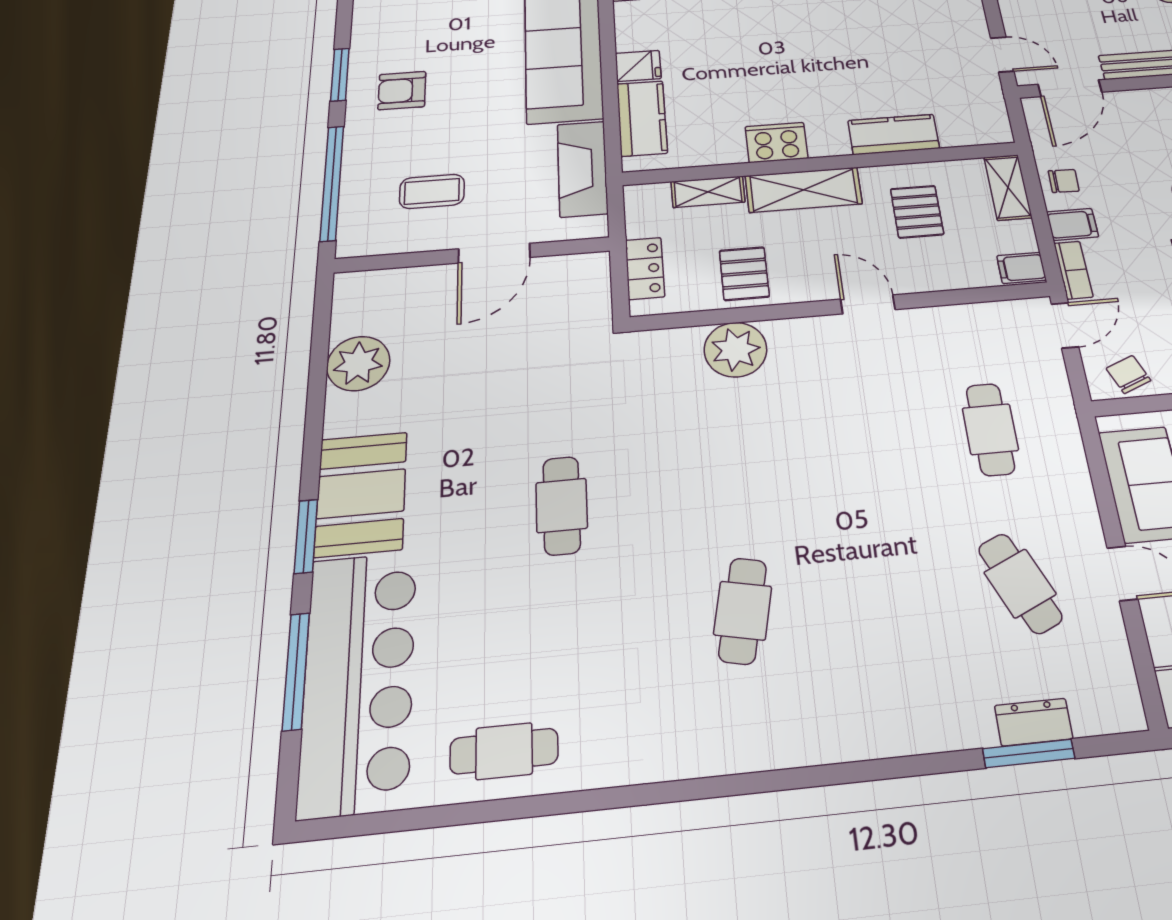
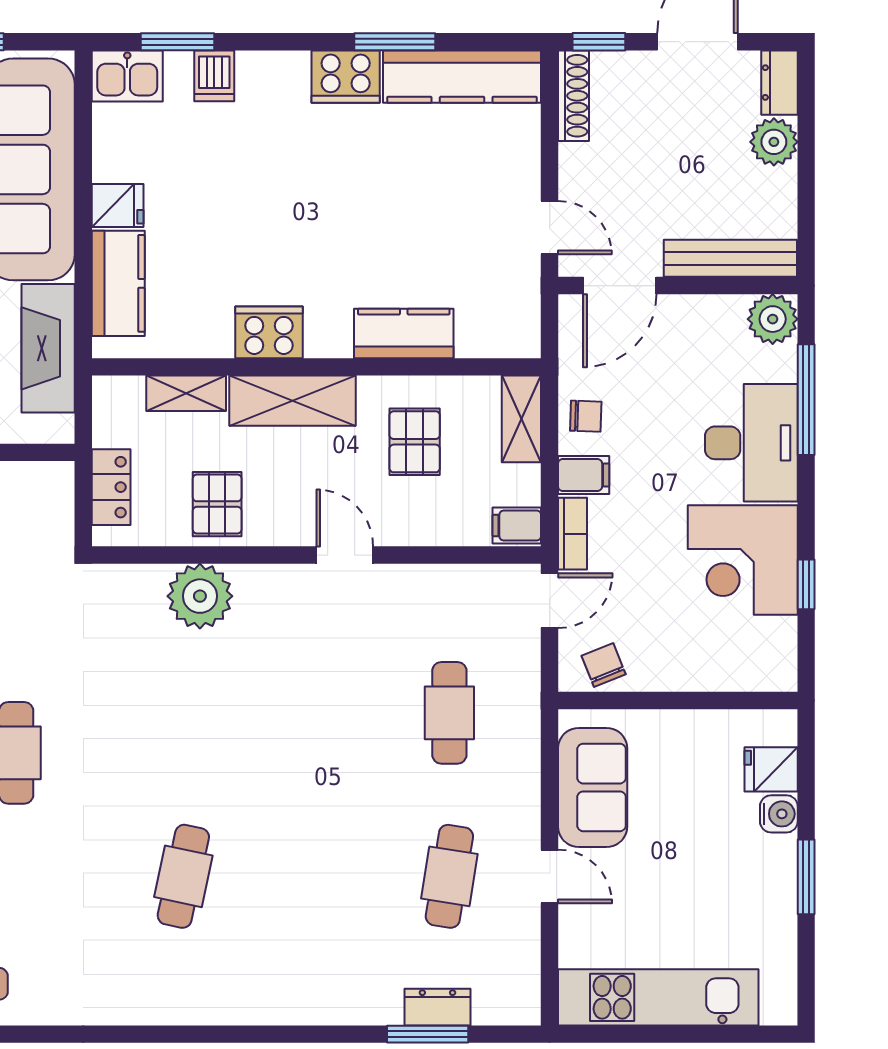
cafe table: (1020, 583) -> (449, 876), turned 33

